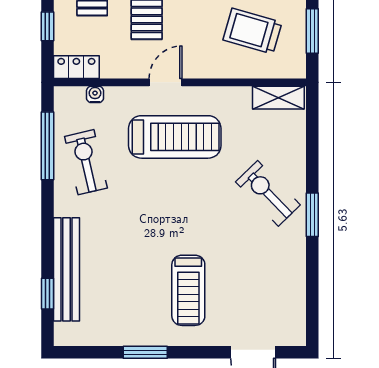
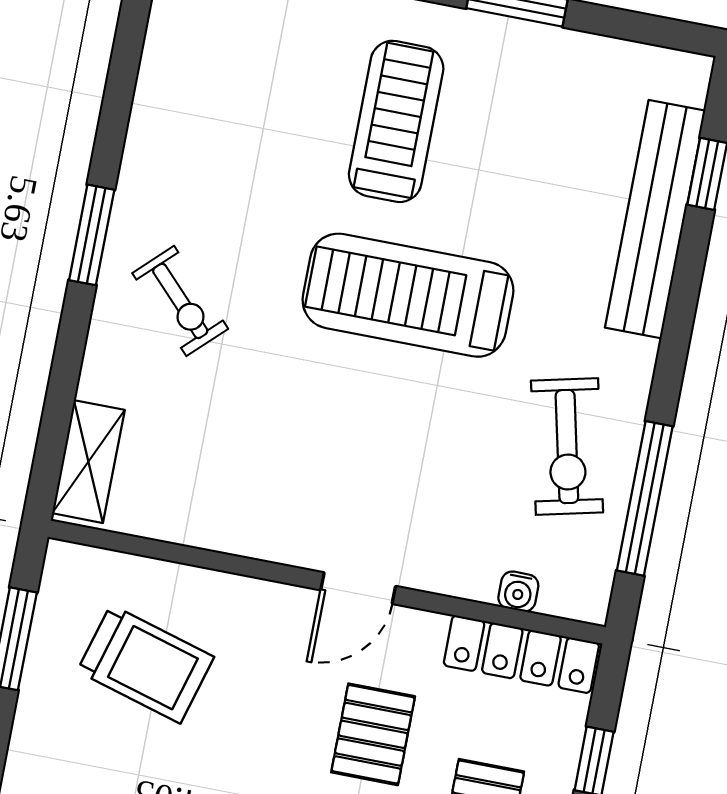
locker: (76, 67) -> (521, 654), width x1.53
shelving: (278, 98) -> (88, 462), moved, turned 90
treadmill: (175, 137) -> (408, 295), moved
exercise bike: (268, 193) -> (180, 301), width x0.73, depth x0.72

